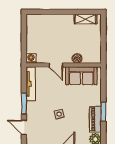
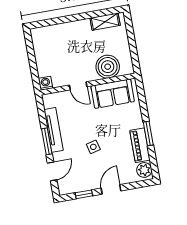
boiler: (77, 58) -> (108, 67), width x1.86, depth x1.86
tv unit: (31, 84) -> (54, 130), moved
door: (24, 127) -> (52, 171), swing flipped

